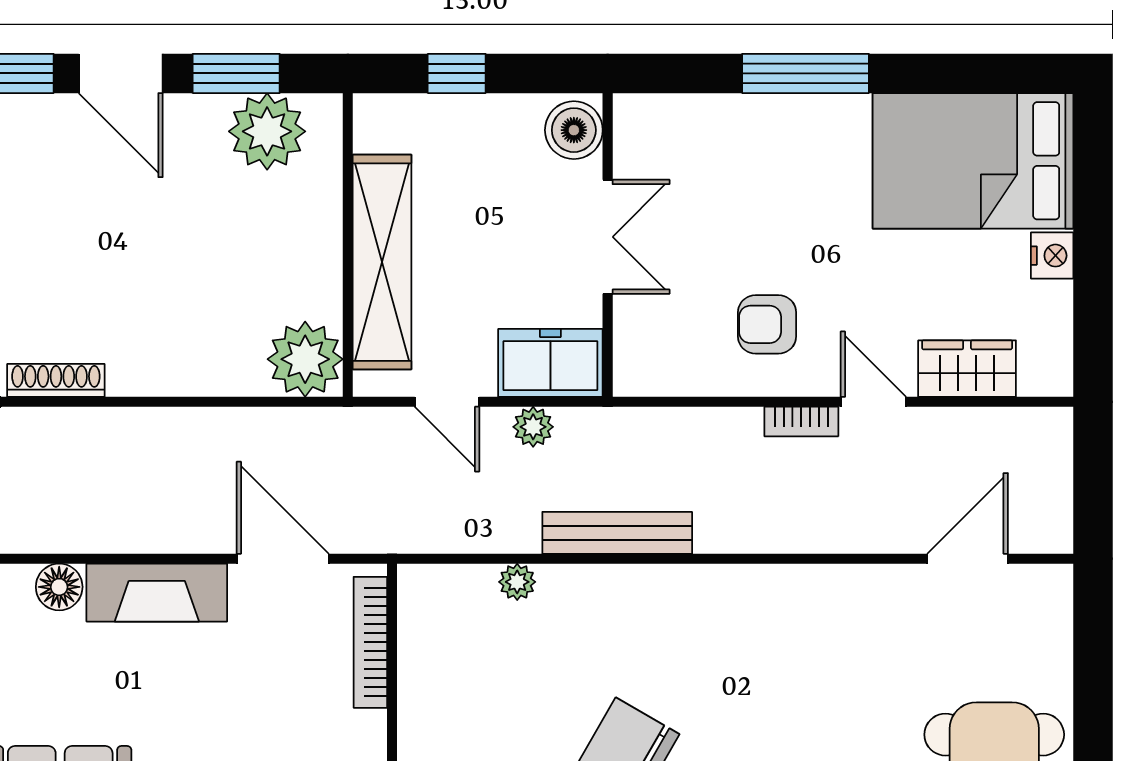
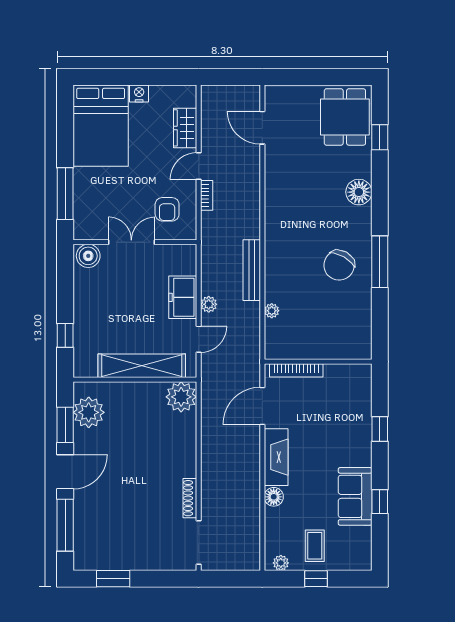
boiler: (574, 130) -> (88, 256), moved
double door: (608, 237) -> (131, 242), moved
wall: (608, 245) -> (135, 242), moved

